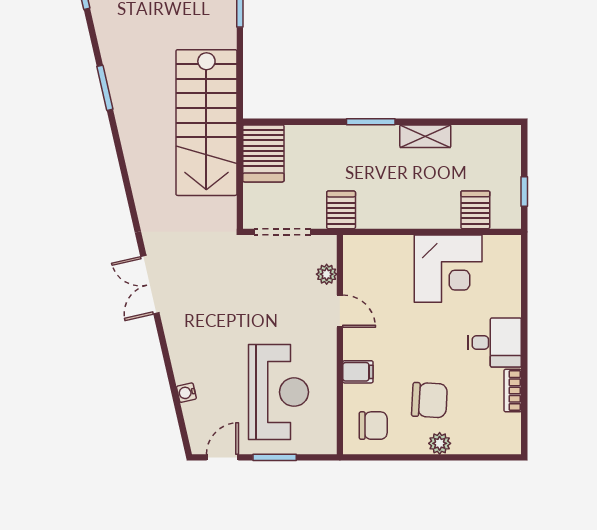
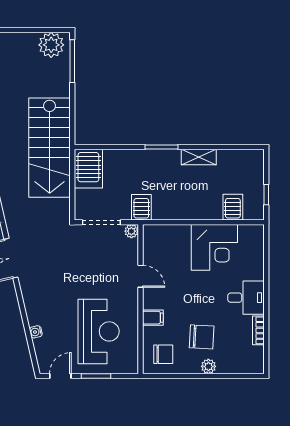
plant: (327, 274) -> (131, 231), moved

